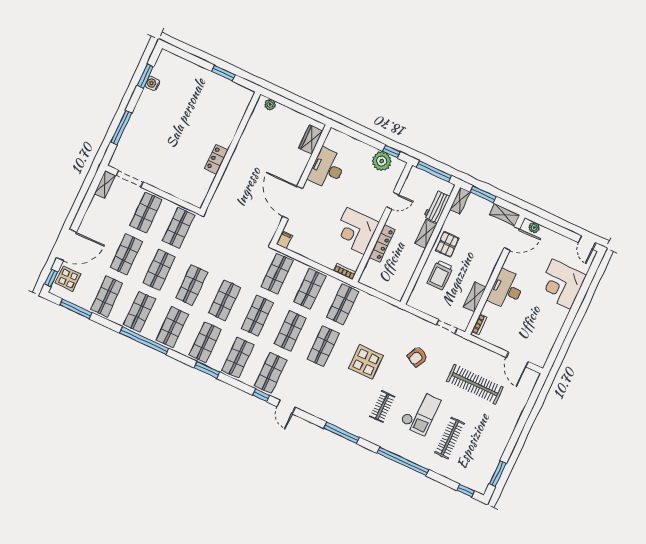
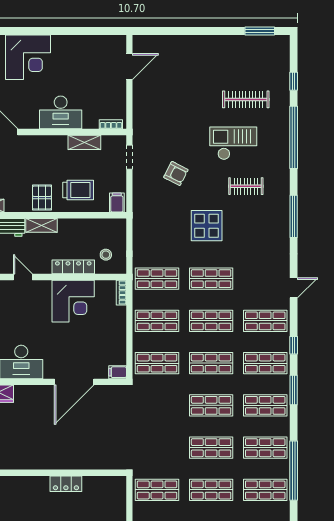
pallet: (447, 244) -> (42, 198), turned 90
stool: (380, 273) -> (106, 255), added
filing cabinet: (416, 301) -> (117, 203), added
clothes rail: (475, 384) -> (176, 99), removed
window: (261, 395) -> (294, 345), moved
window: (465, 491) -> (294, 81), moved

